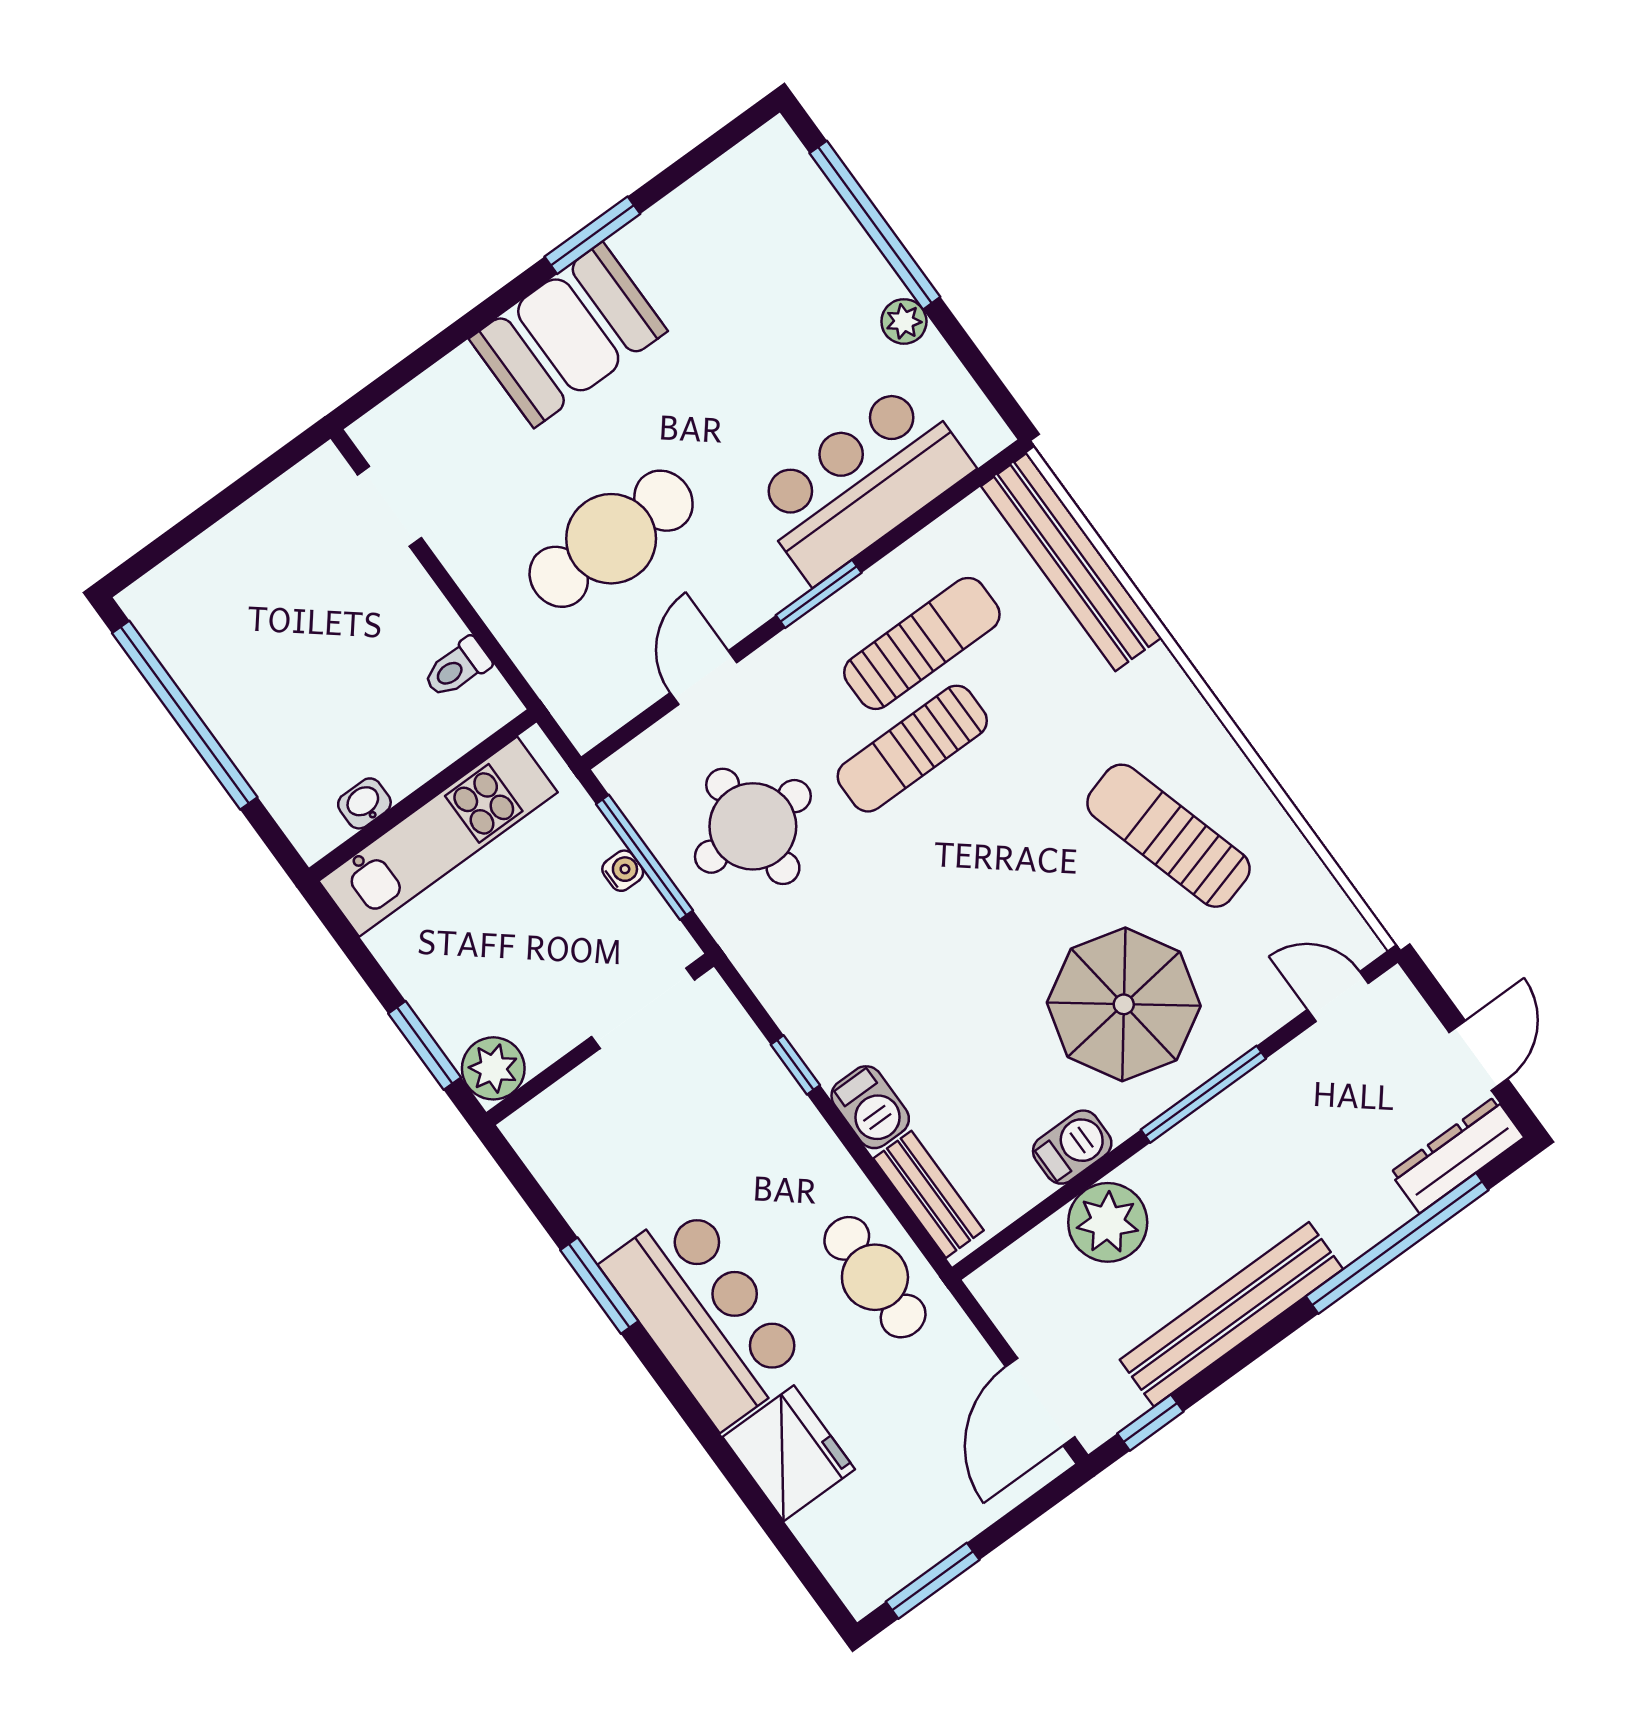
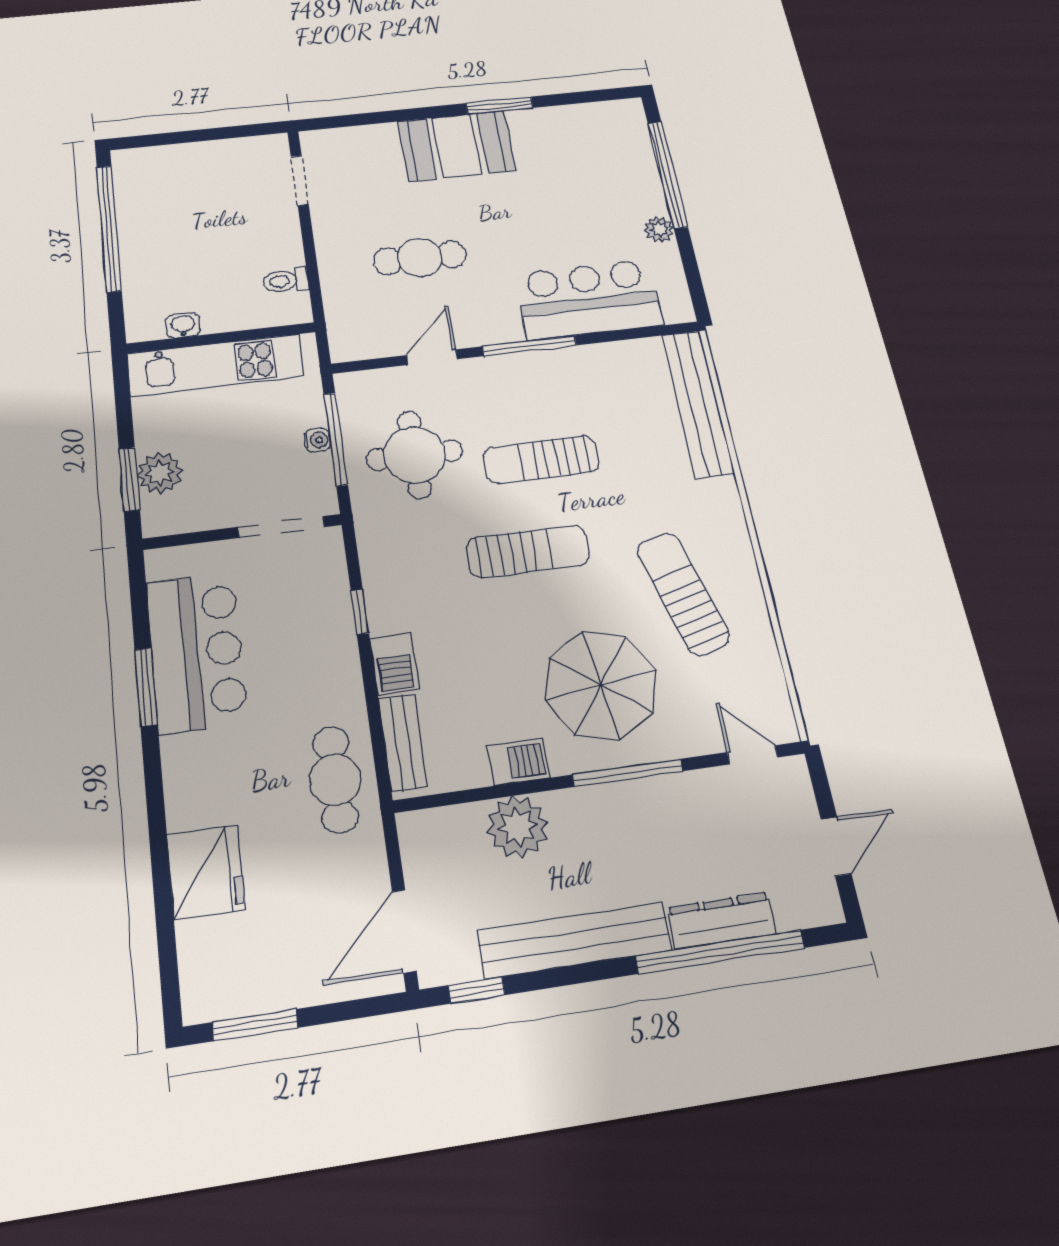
cafe table: (611, 539) -> (420, 258), width x0.73, depth x0.74
window: (819, 594) -> (529, 346), width x1.44
sun lounger: (922, 643) -> (528, 551), moved
plant: (493, 1068) -> (160, 473), moved
dresser: (1457, 1155) -> (722, 921), moved
bar counter: (706, 1315) -> (196, 652), moved

